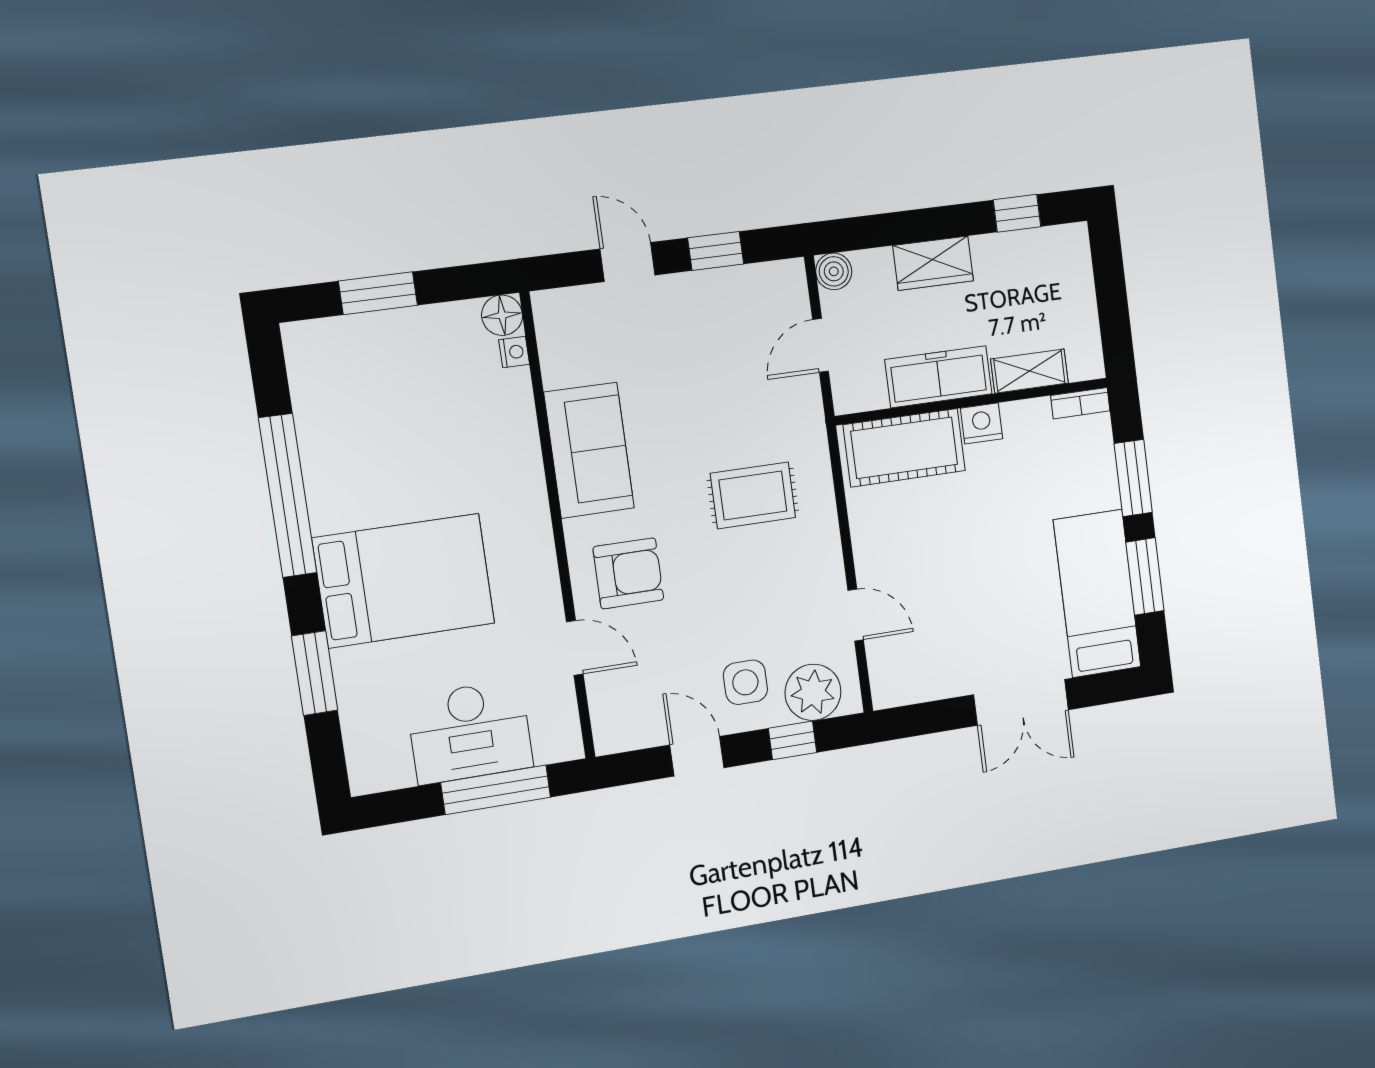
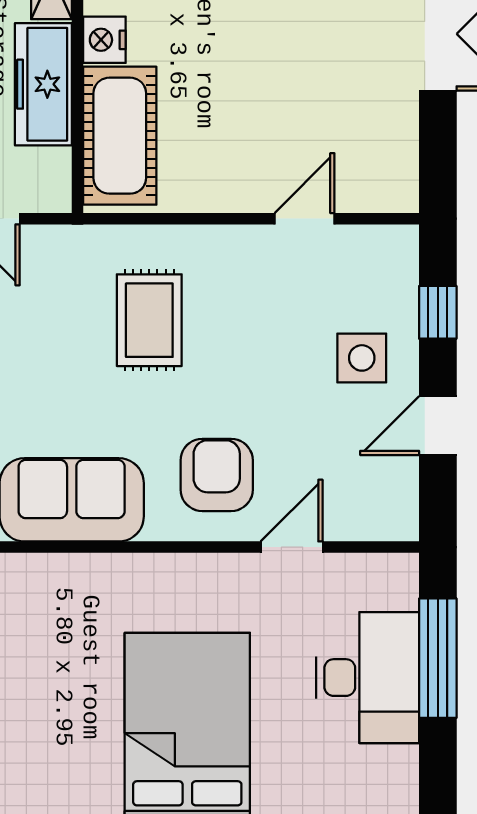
plant: (813, 692) -> (386, 281), removed

